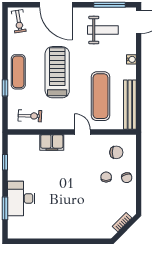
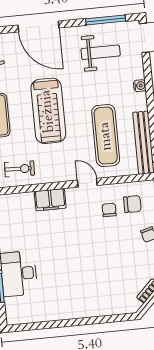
treadmill: (57, 72) -> (48, 111), turned 180
chair: (106, 177) -> (109, 210), moved

